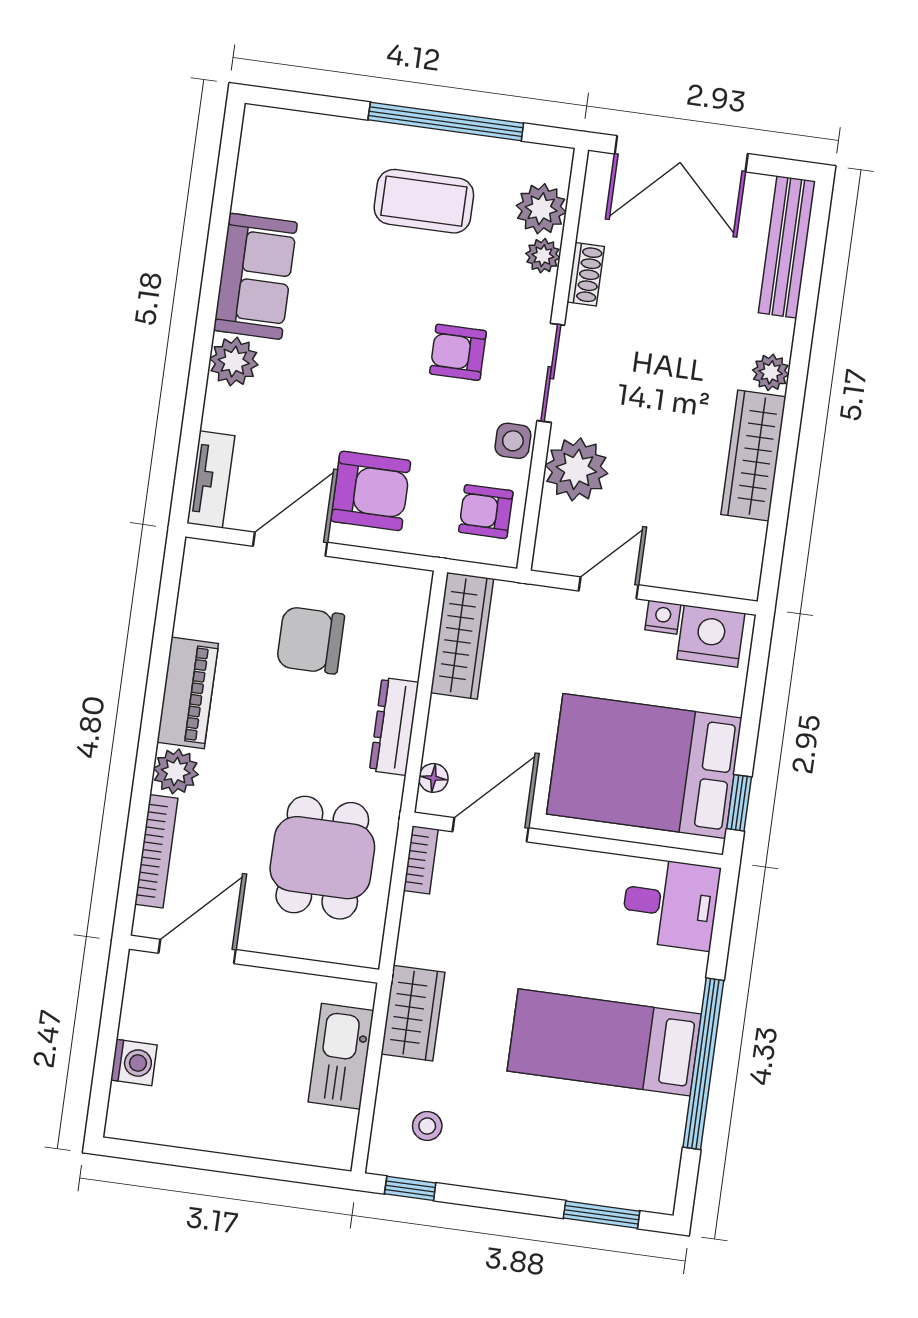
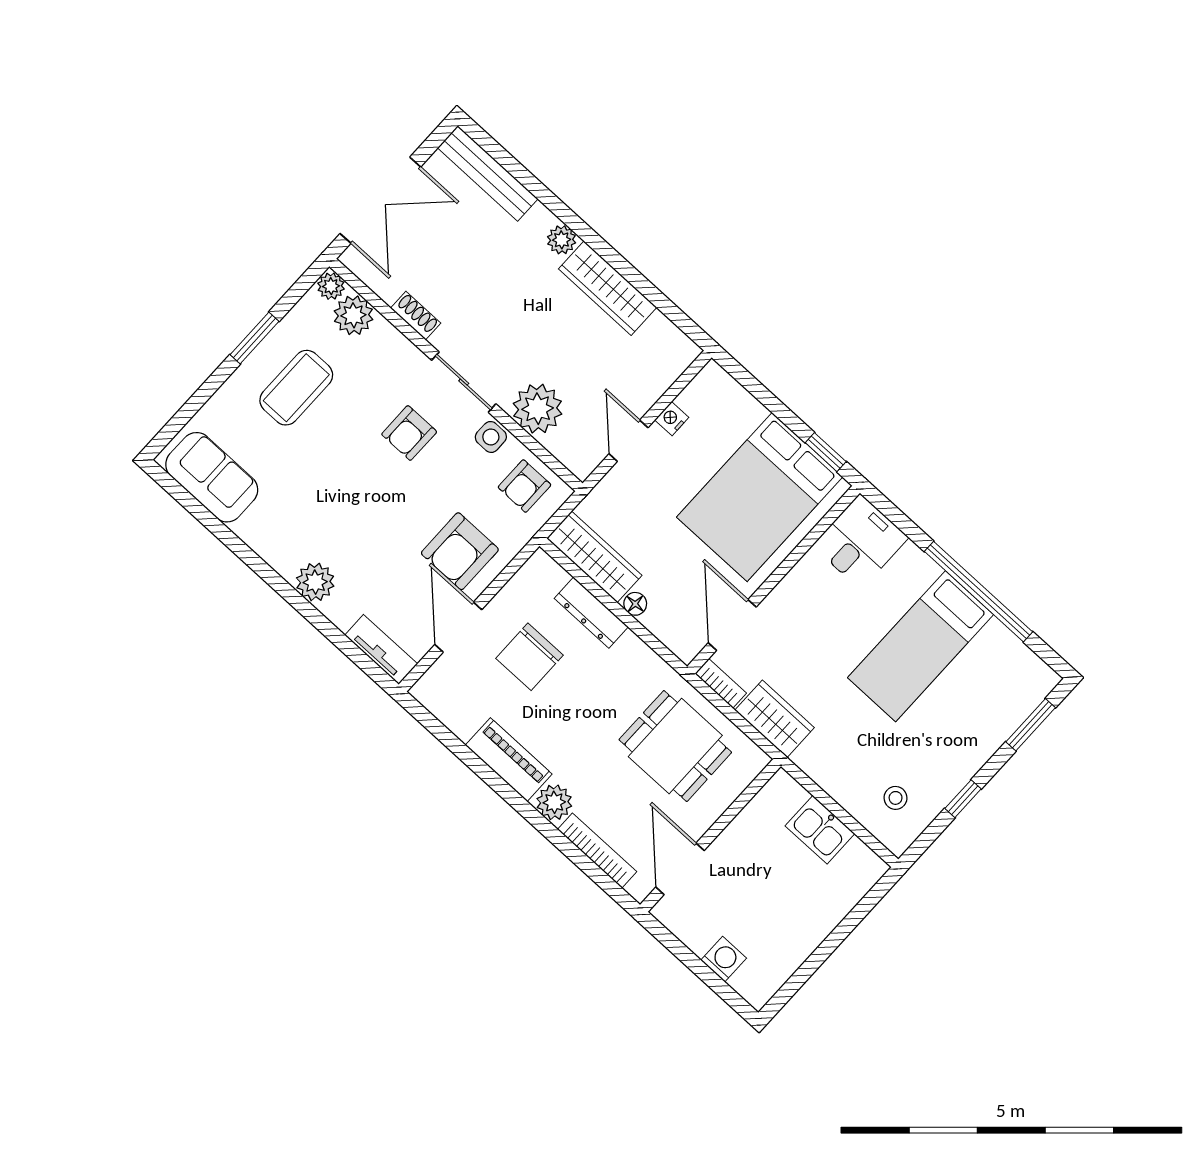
window: (446, 122) -> (255, 338), width x0.47
plant: (543, 256) -> (331, 286), moved
sofa: (255, 276) -> (212, 477), moved
armchair: (371, 491) -> (460, 551), turned 180
nightstand: (711, 636) -> (705, 396), removed
dresser: (394, 726) -> (591, 613), moved
floor lamp: (433, 778) -> (635, 604), moved
wardrobe: (413, 1013) -> (775, 719), moved
kitchen sink: (341, 1056) -> (820, 830), width x0.73
window: (410, 1188) -> (963, 799), moved

